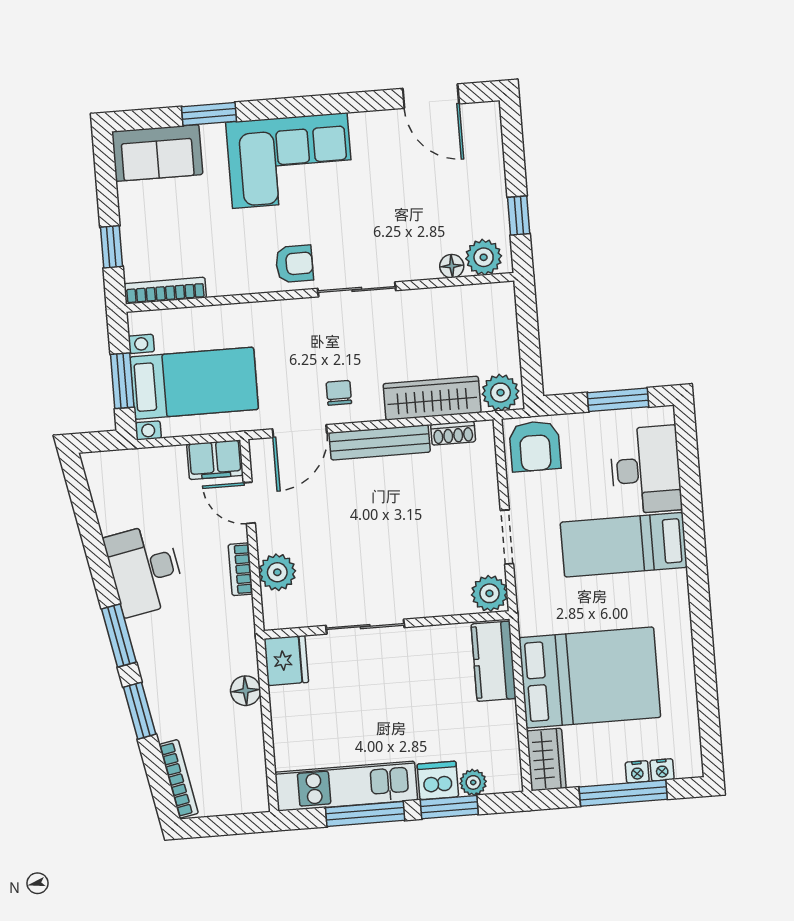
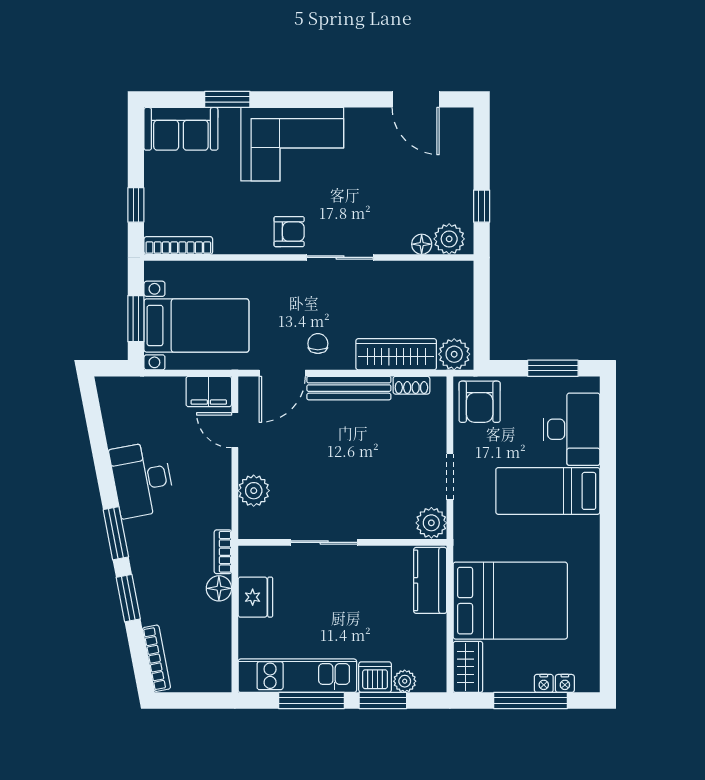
bookcase: (240, 569) -> (223, 552), moved
fridge: (286, 660) -> (255, 597), moved

